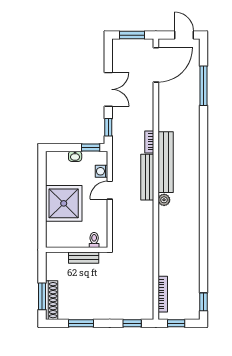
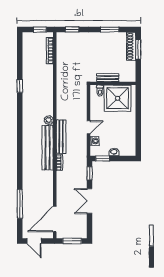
shower: (64, 203) -> (118, 98), moved
window: (203, 302) -> (20, 86), moved

